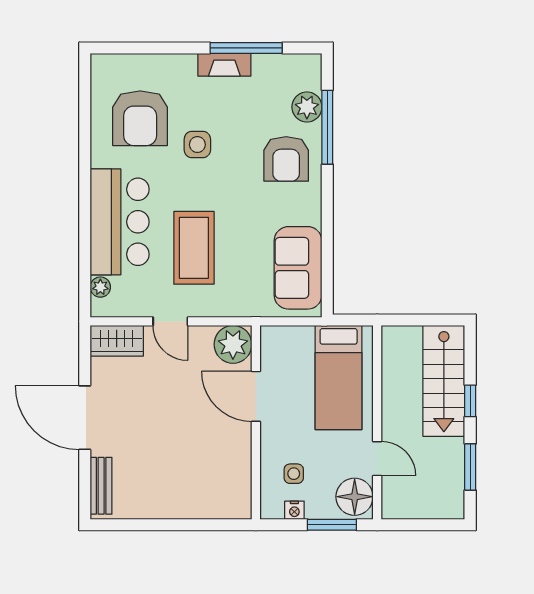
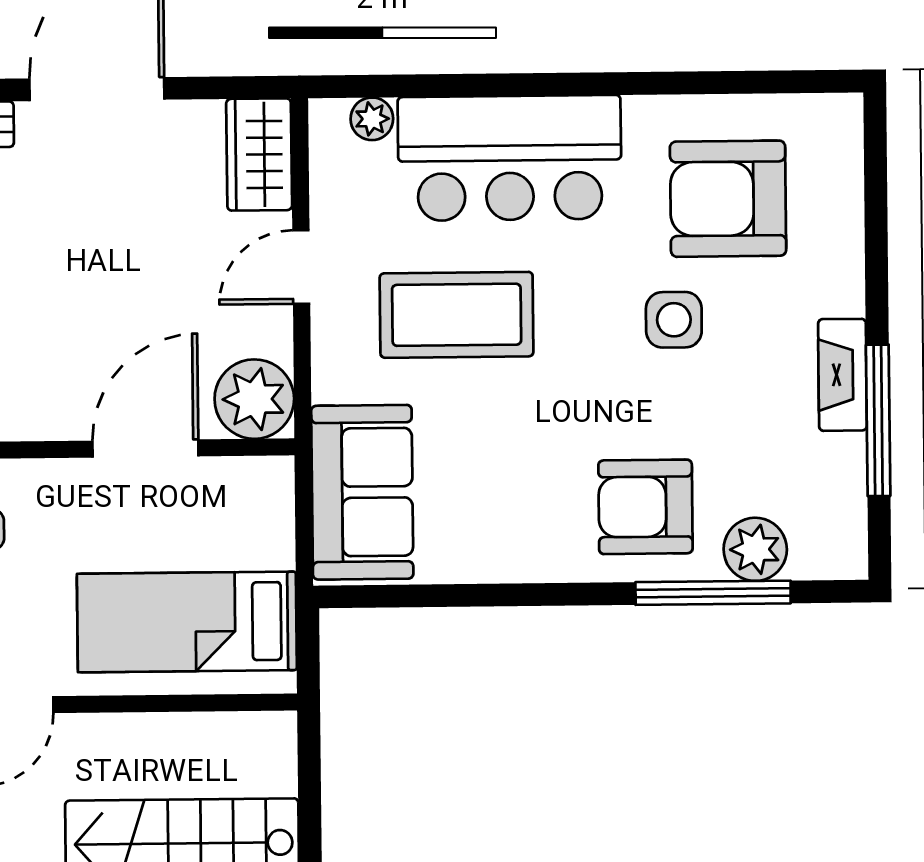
sofa: (298, 268) -> (362, 492), moved, turned 90

